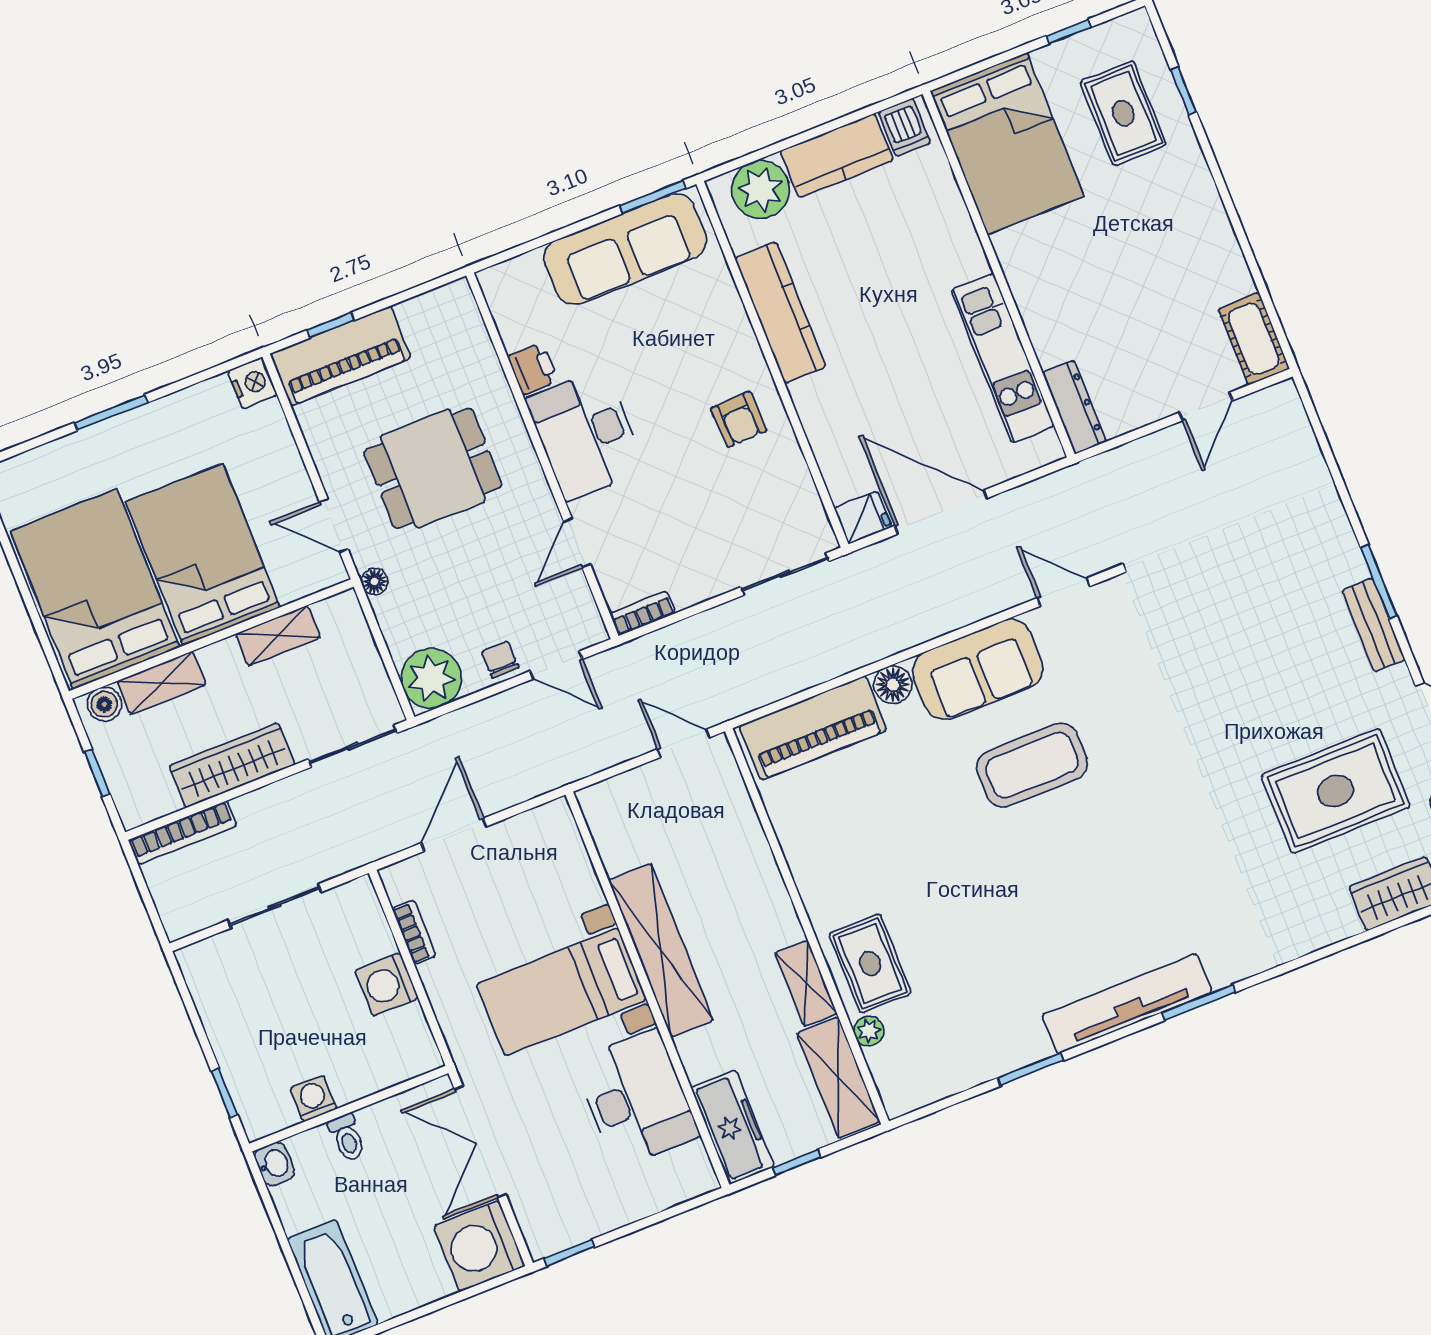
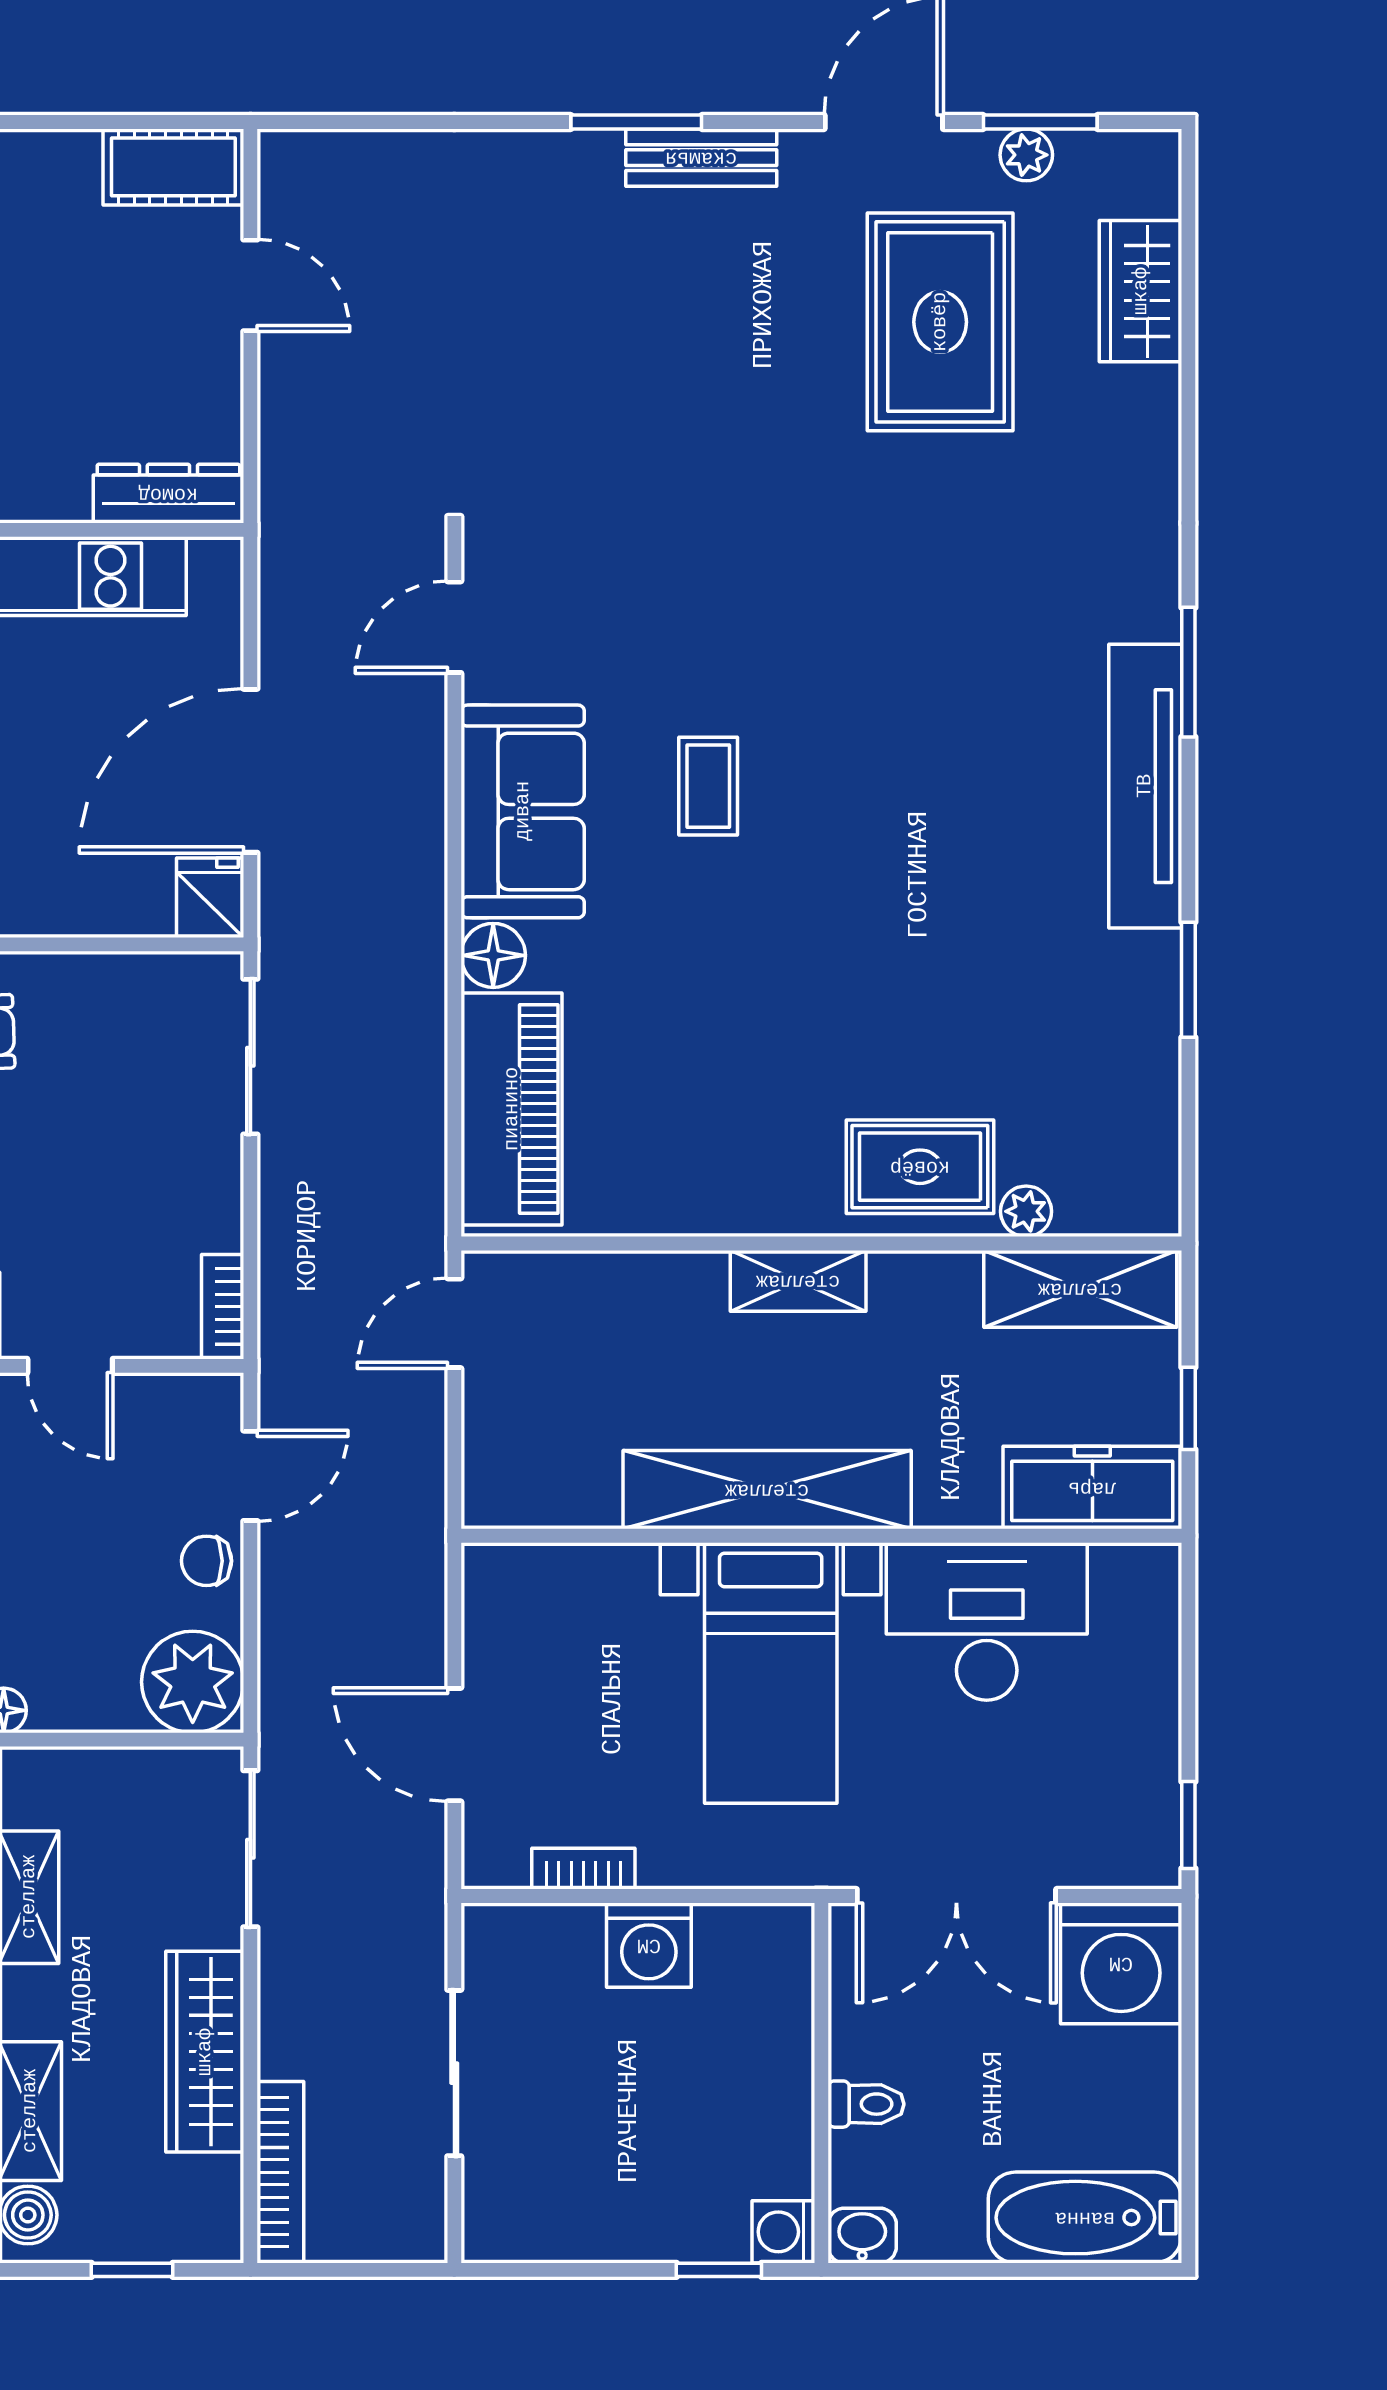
coffee table: (1032, 765) -> (708, 786), width x0.54, depth x0.58
shelving: (806, 983) -> (798, 1281), moved
washing machine: (313, 1099) -> (783, 2232), moved

